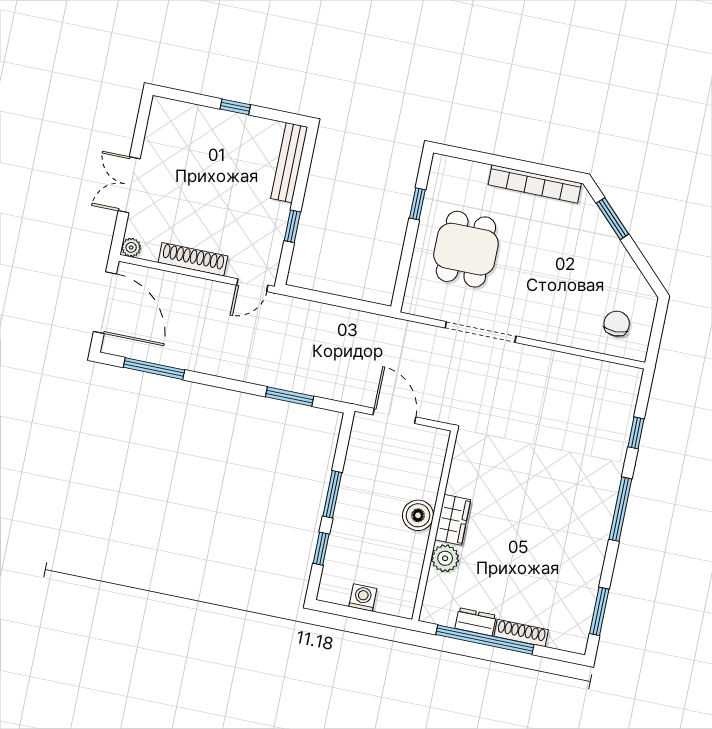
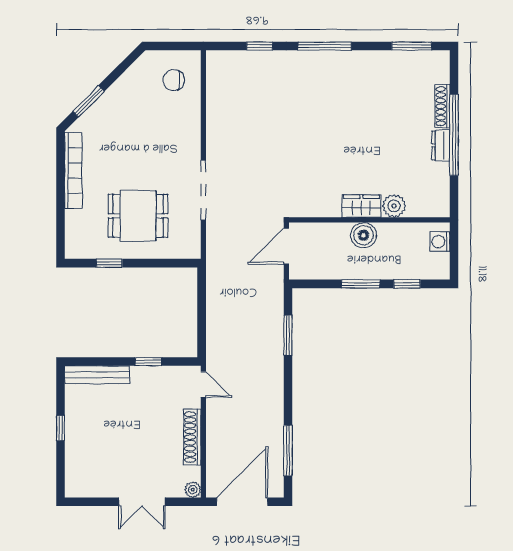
boiler: (418, 515) -> (364, 235), moved
wardrobe: (453, 520) -> (361, 206), moved
wall: (435, 526) -> (369, 220), moved
plant: (445, 558) -> (394, 206), moved

